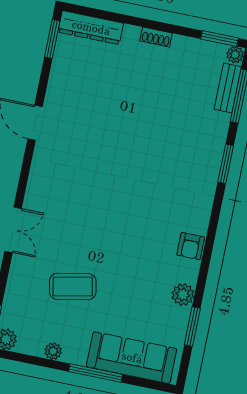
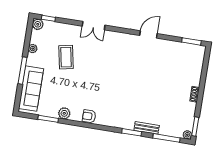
dresser: (91, 28) -> (198, 61), removed
bench: (228, 88) -> (147, 128), moved

